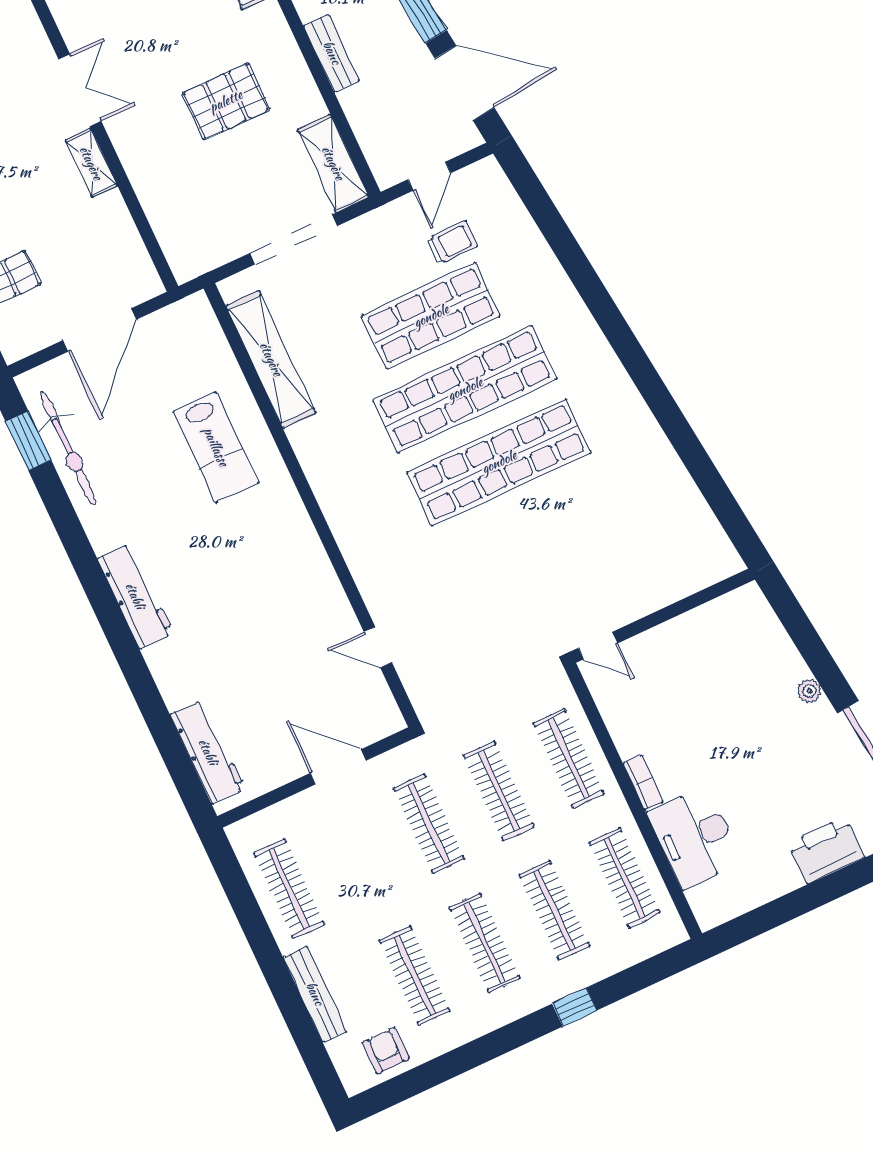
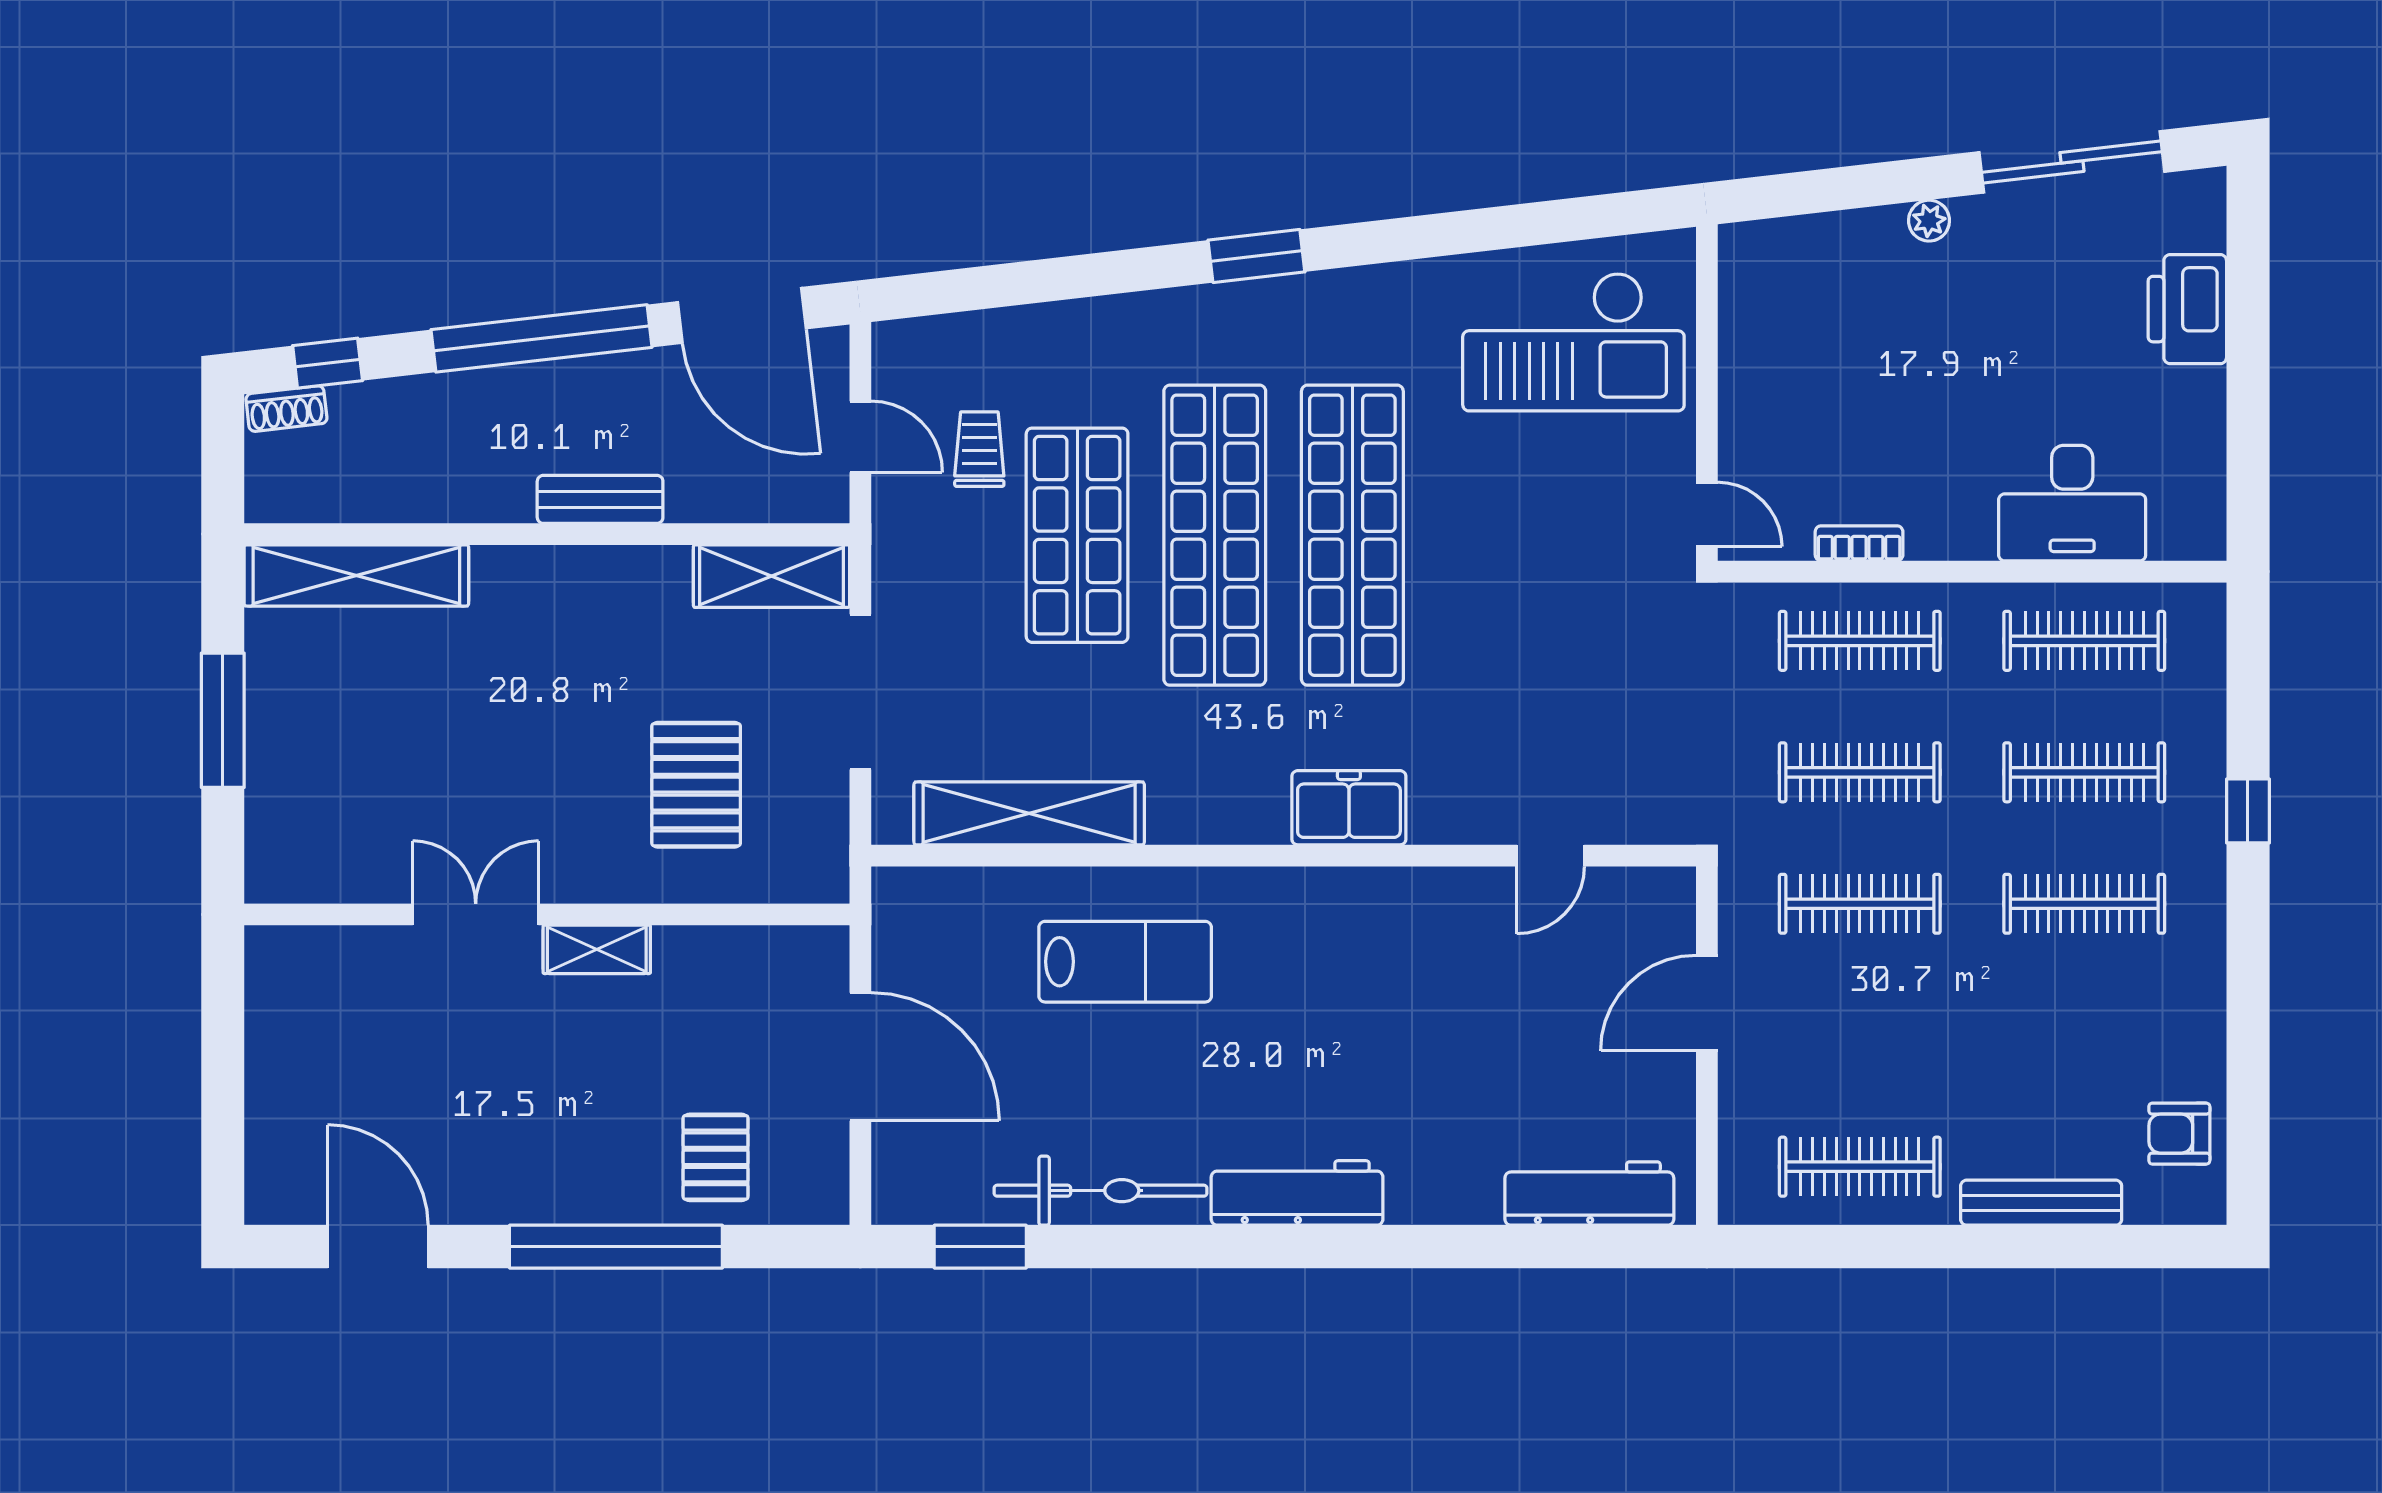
door: (465, 83) -> (742, 315), swing flipped
pallet: (226, 101) -> (696, 785), moved
window: (624, 342) -> (1256, 256), added
bicycle: (68, 448) -> (1100, 1191), moved
freezer: (353, 528) -> (1349, 808), added
checkout: (657, 532) -> (1573, 342), added
door: (598, 646) -> (1707, 514), hinge flipped
bookcase: (643, 782) -> (1859, 543), moved
clothes rail: (415, 976) -> (2084, 1035), removed

